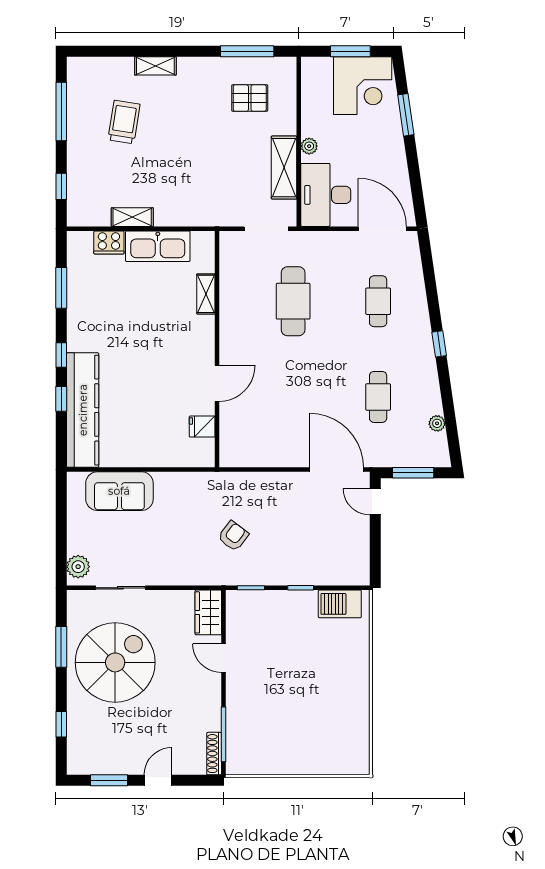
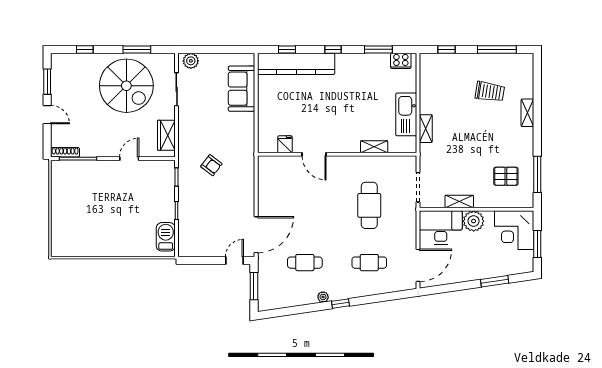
corner desk: (363, 86) -> (514, 230), moved
pallet: (250, 98) -> (506, 176), turned 90
plant: (309, 146) -> (474, 221), width x1.88, depth x1.88
shelving: (284, 168) -> (459, 201), width x0.67, depth x0.75
shelving: (132, 217) -> (426, 129), moved
cooker: (109, 242) -> (401, 61), moved, turned -90
cafe table: (293, 301) -> (369, 205), turned 90
window: (61, 399) -> (287, 49), moved
plant: (437, 423) -> (323, 297), moved
wardrobe: (208, 612) -> (166, 135), moved, turned -90

